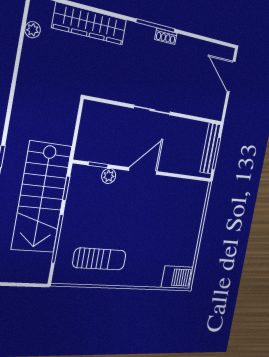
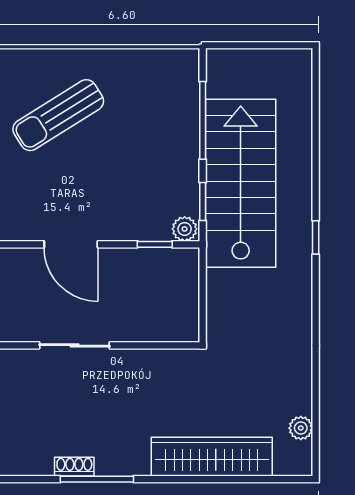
door: (143, 171) -> (71, 244), hinge flipped
plant: (109, 176) -> (185, 229), moved
sun lounger: (100, 259) -> (58, 115), moved, turned -32

